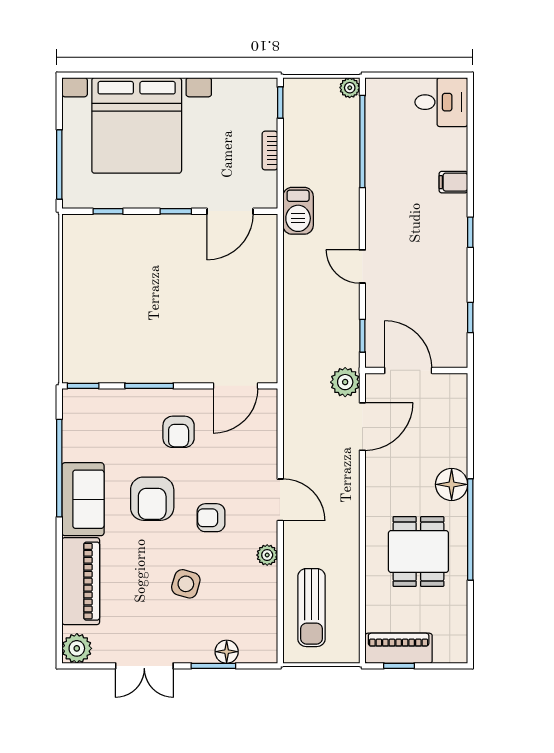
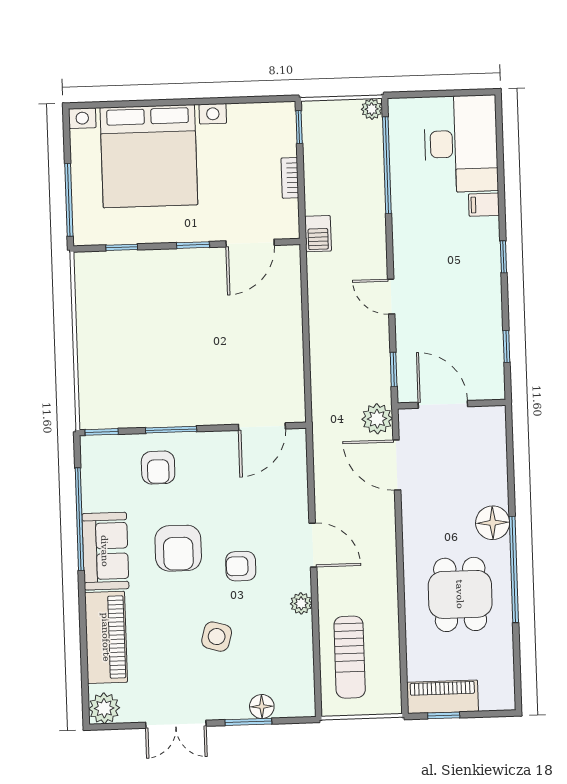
desk: (441, 102) -> (461, 144), width x1.87, depth x1.30
barbecue: (298, 211) -> (318, 234), width x0.73, depth x0.79
door: (362, 427) -> (397, 465), swing flipped
armchair: (179, 432) -> (158, 468), moved

